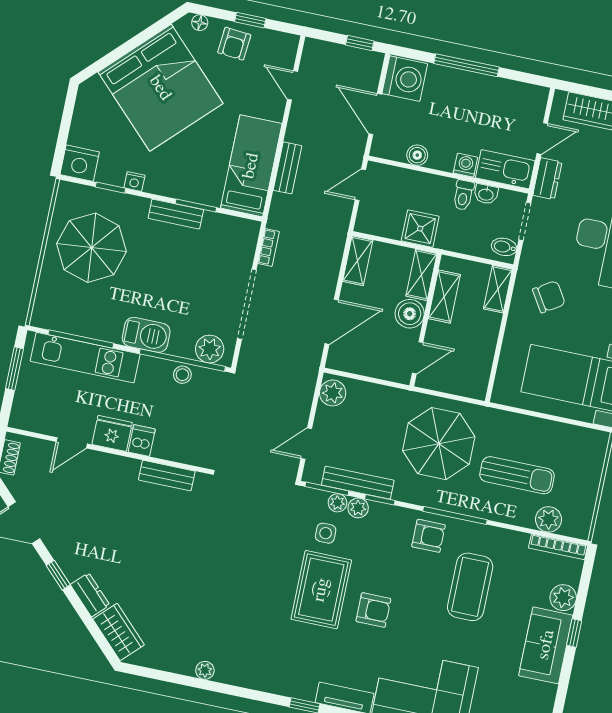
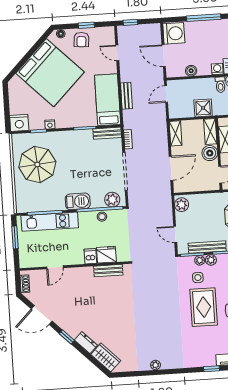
window: (360, 43) -> (130, 22), moved
bench: (176, 214) -> (107, 133), moved
fridge: (112, 433) -> (106, 255), moved
door: (306, 444) -> (175, 234), hinge flipped

